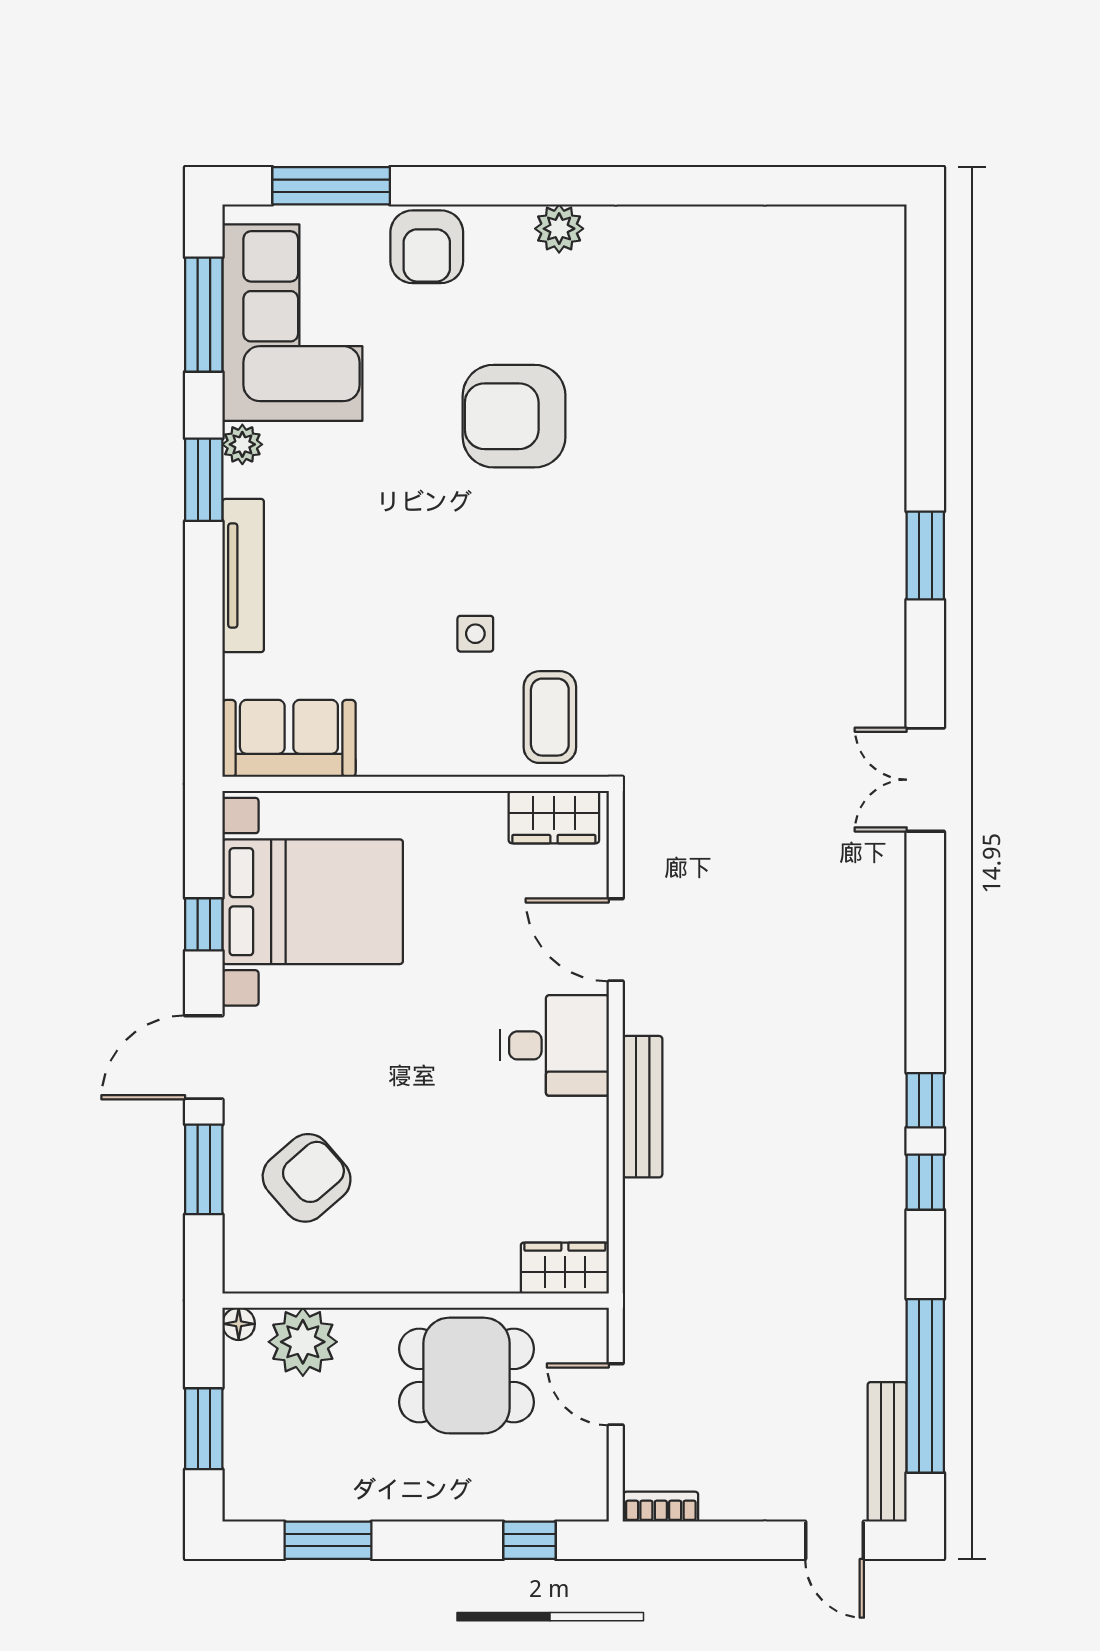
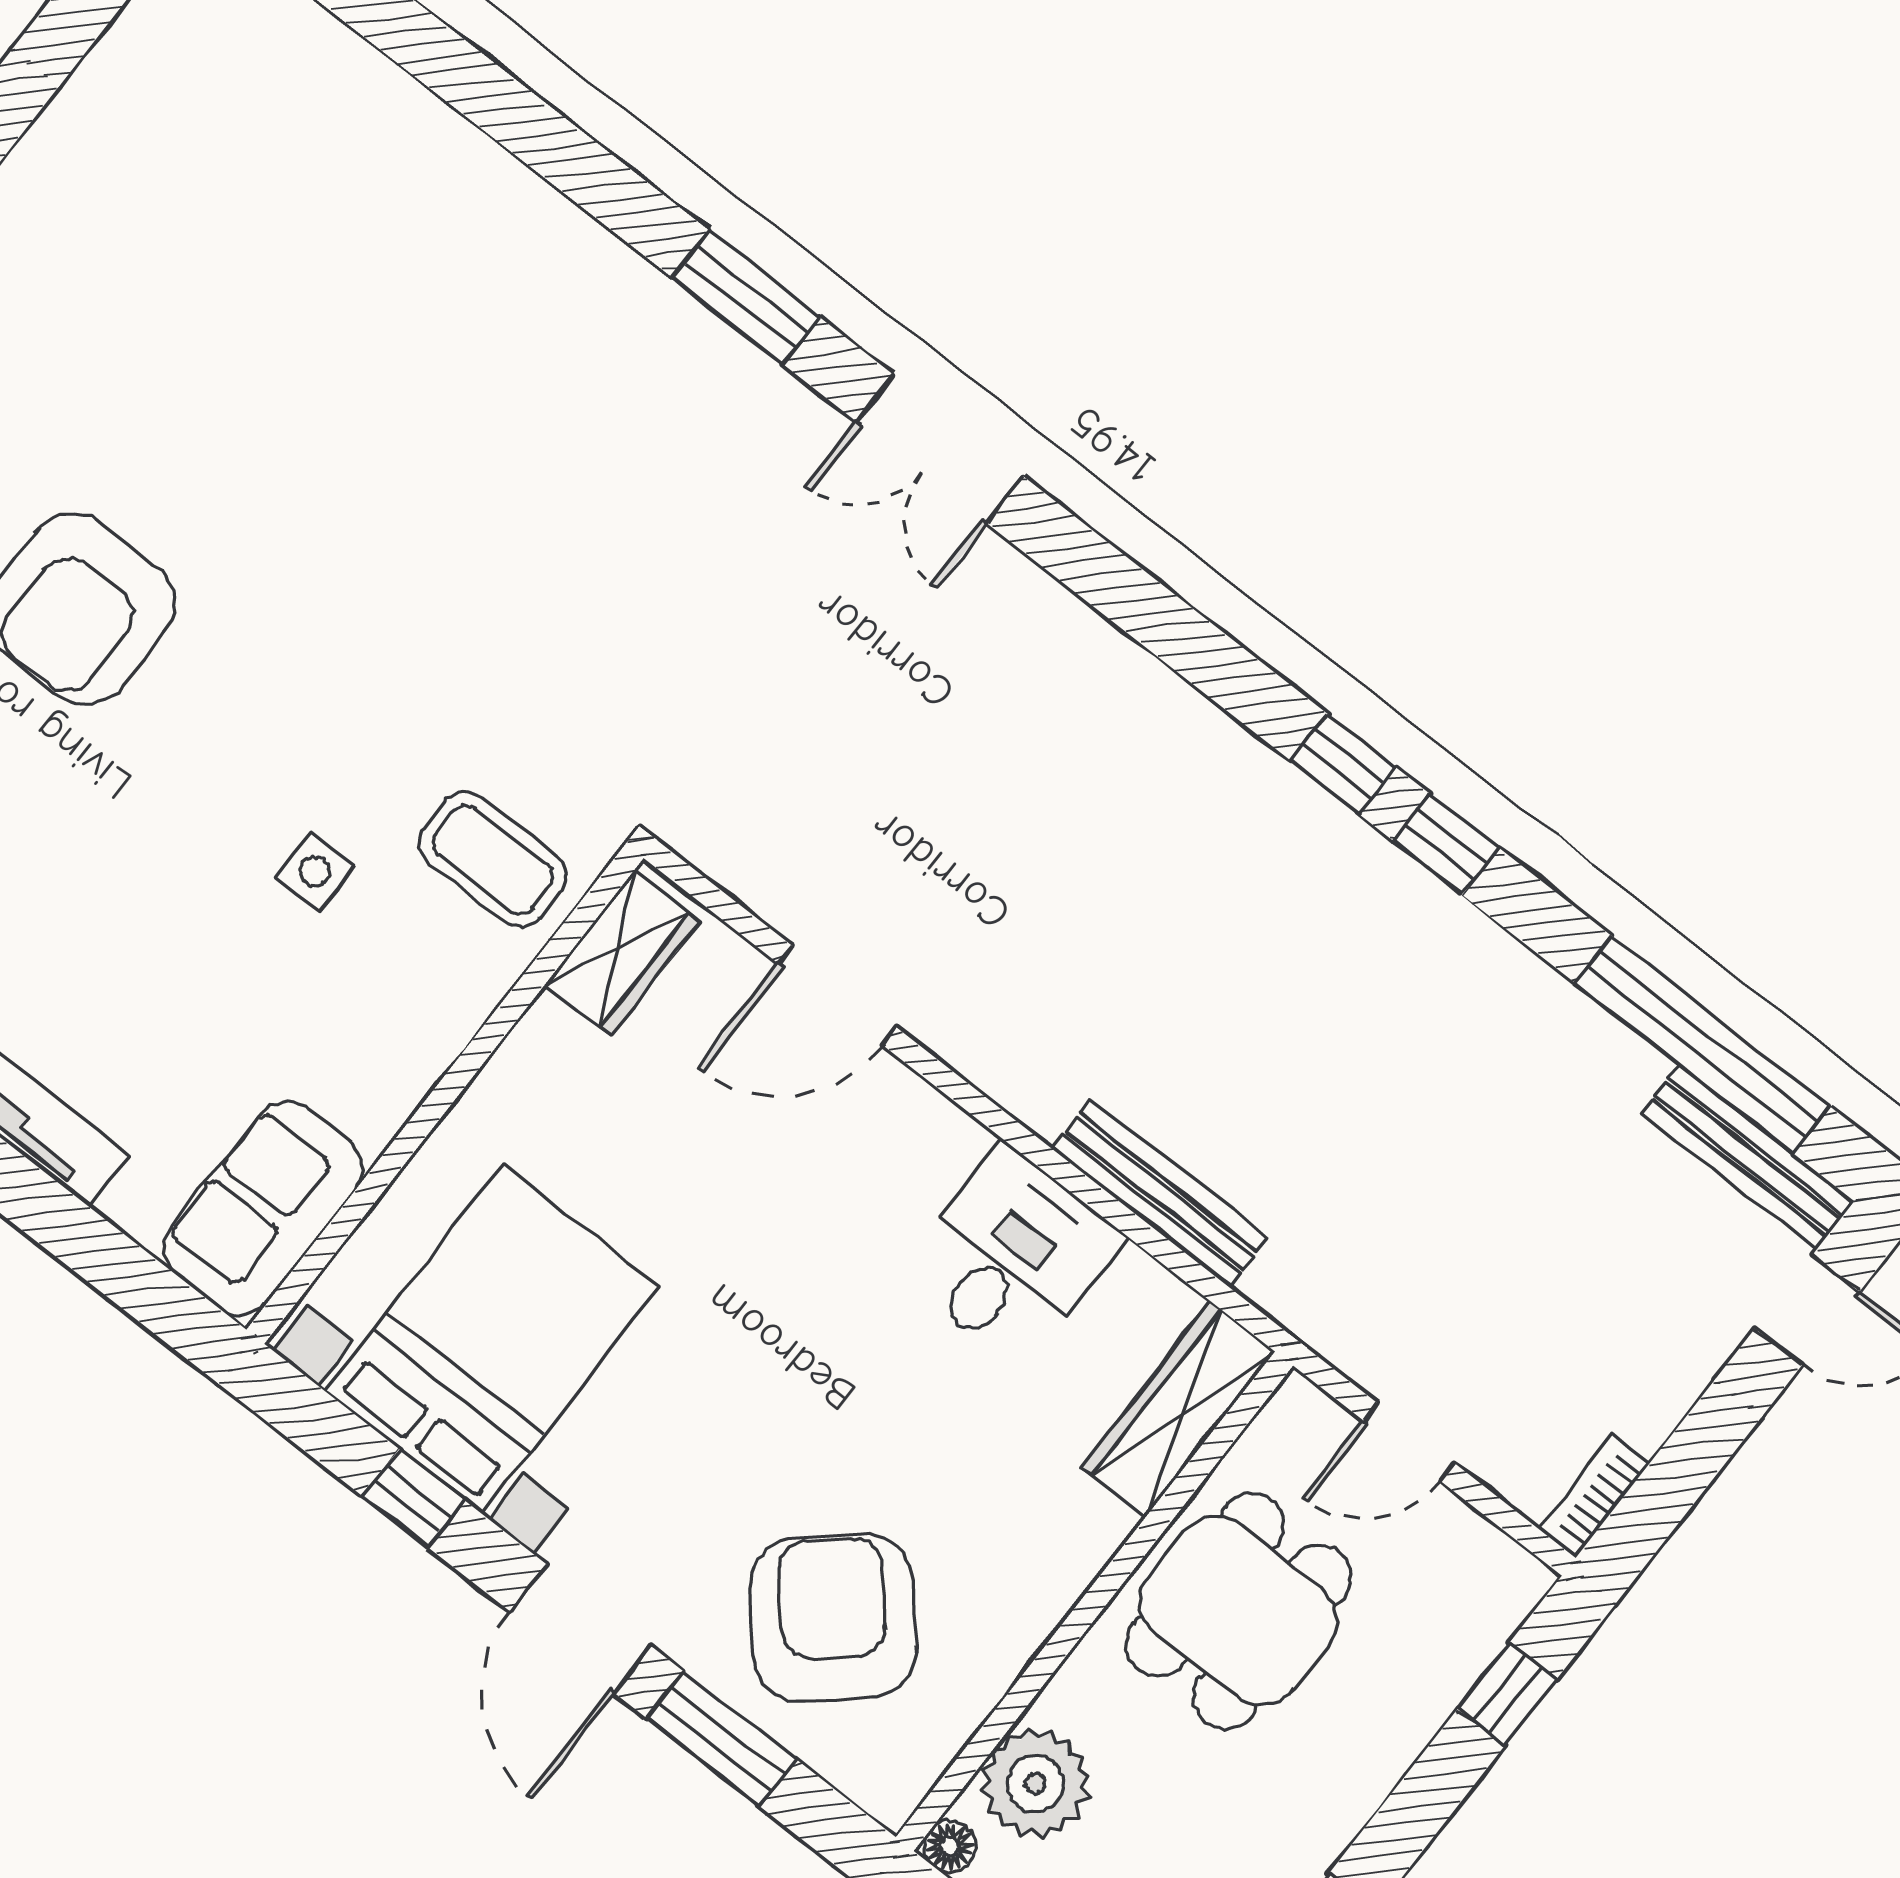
window: (925, 556) -> (746, 297), moved
desk: (555, 1045) -> (1012, 1256), moved
bench: (643, 1107) -> (1160, 1193), moved
armchair: (307, 1178) -> (833, 1618), width x1.36, depth x1.36
wardrobe: (565, 1268) -> (1178, 1410), width x1.50

